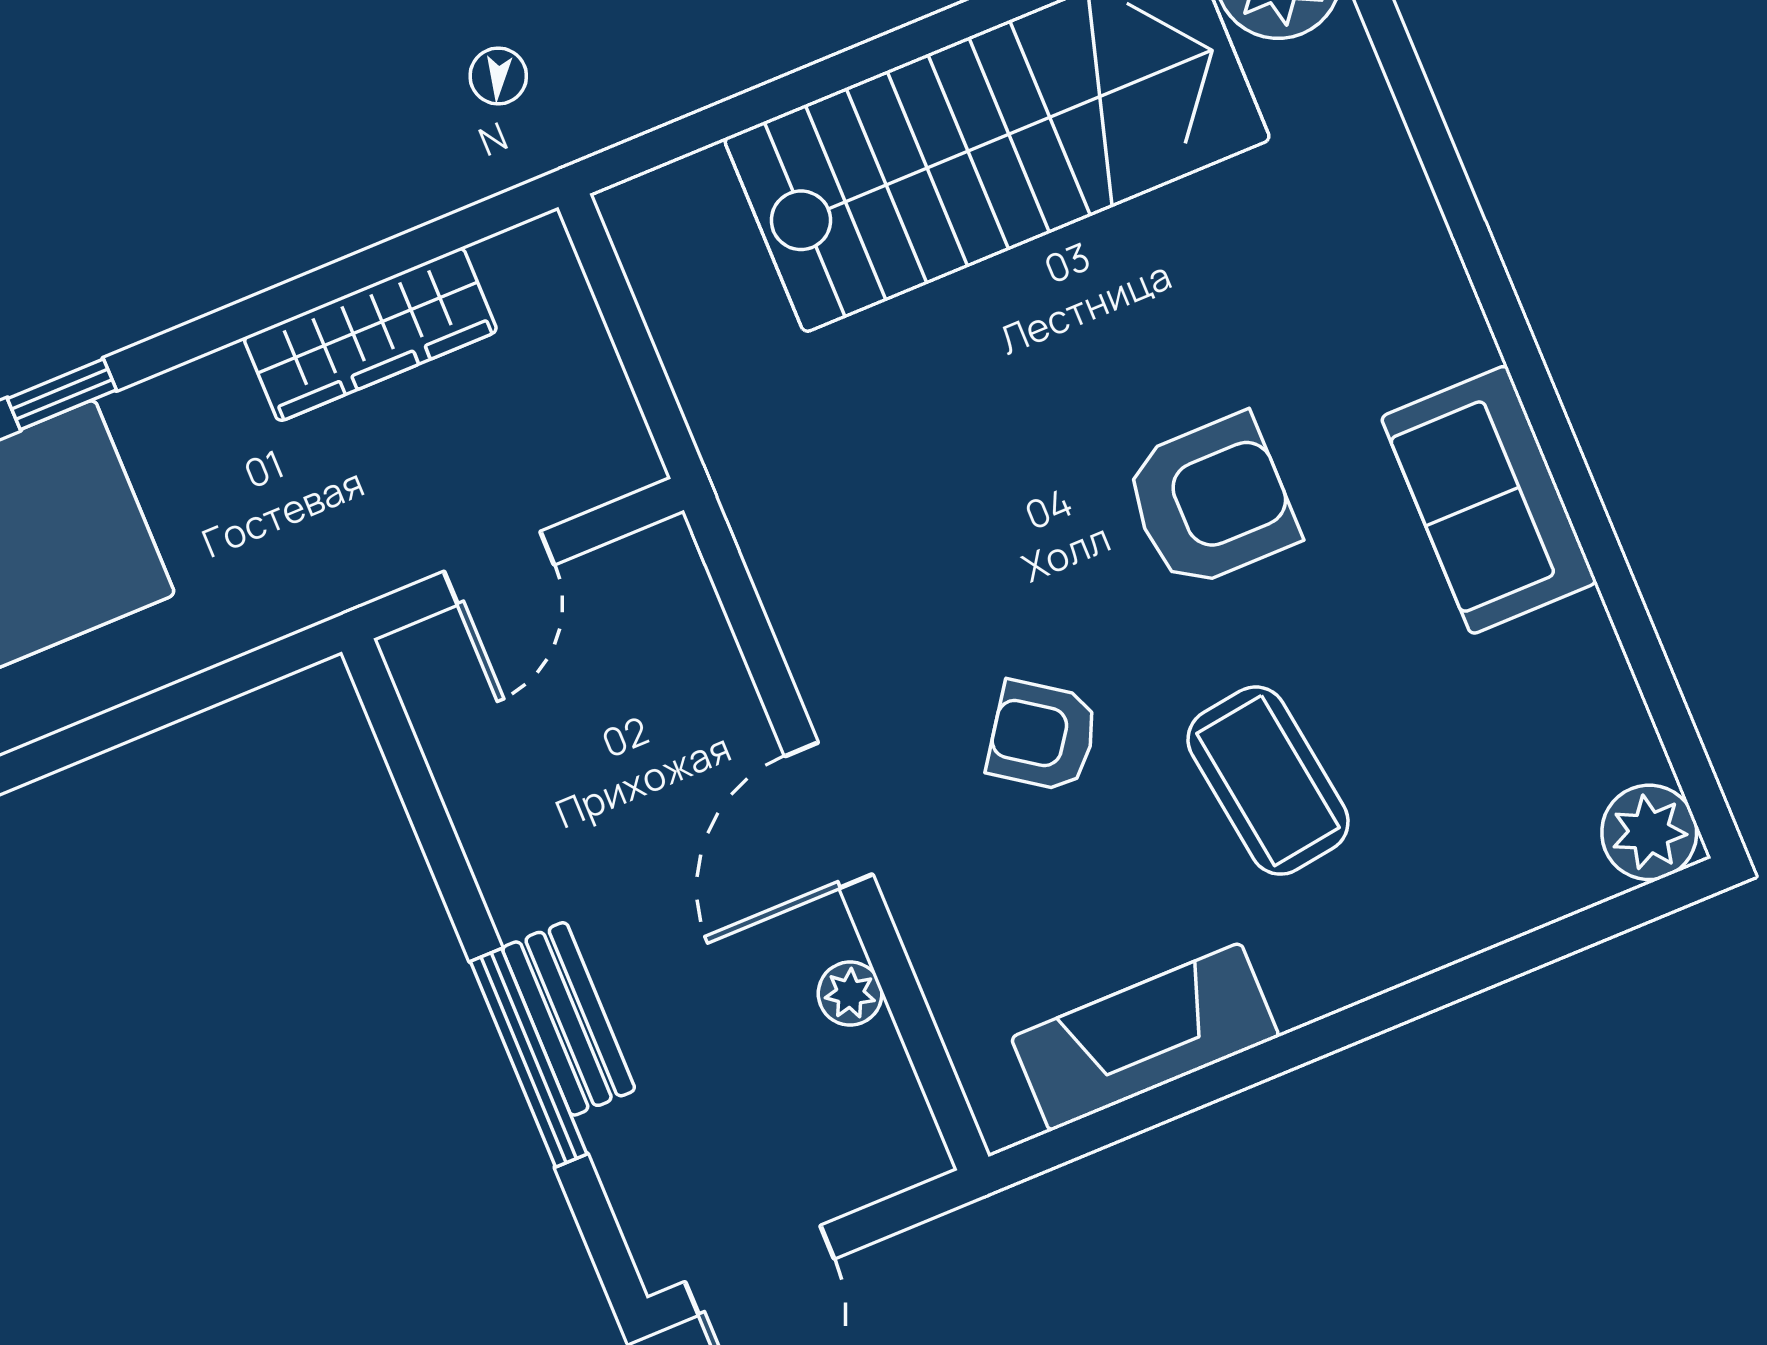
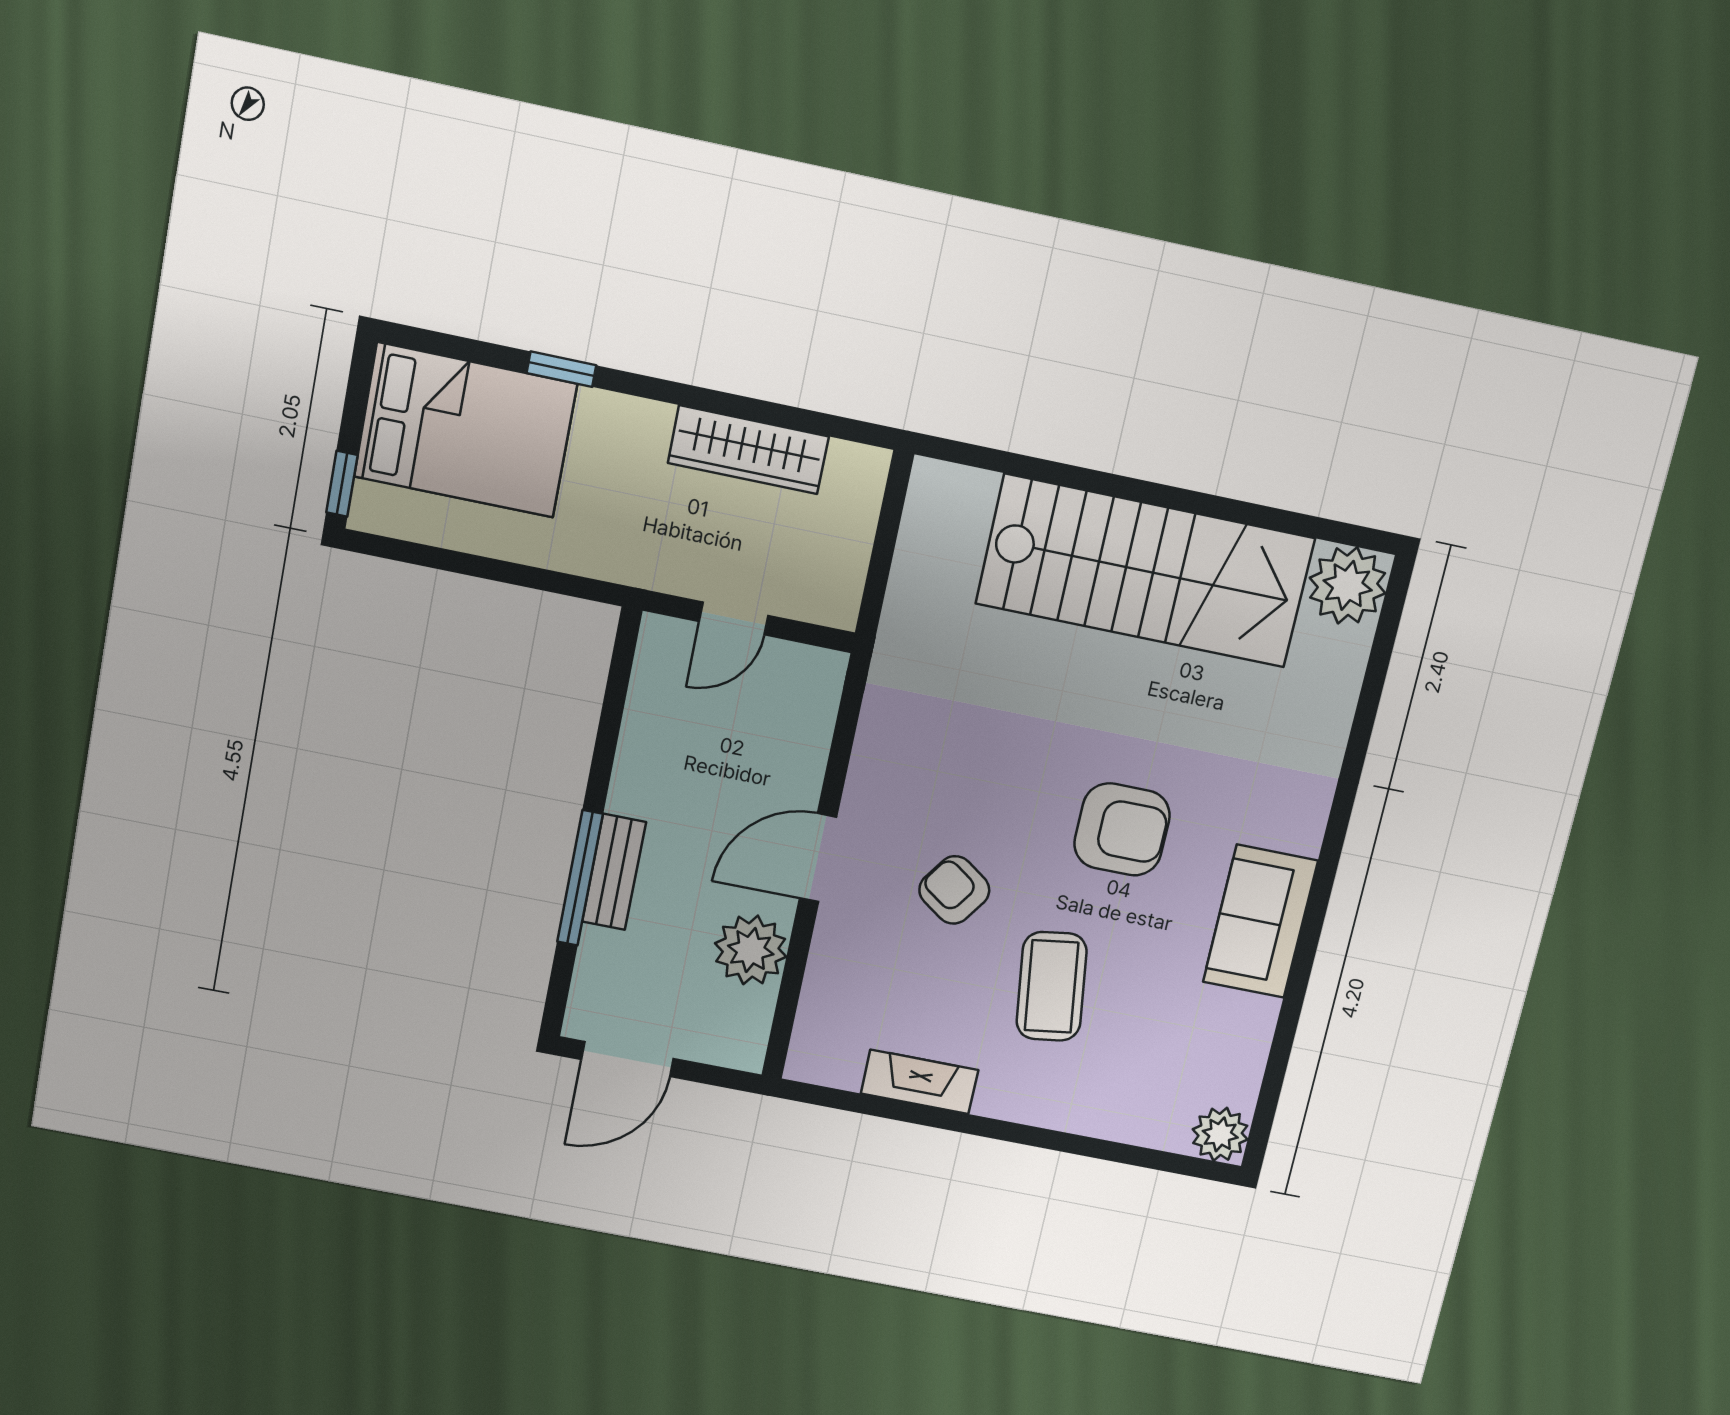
plant: (850, 994) -> (751, 950), width x1.88, depth x1.88
fireplace: (1145, 1037) -> (920, 1082), width x0.73, depth x0.76

